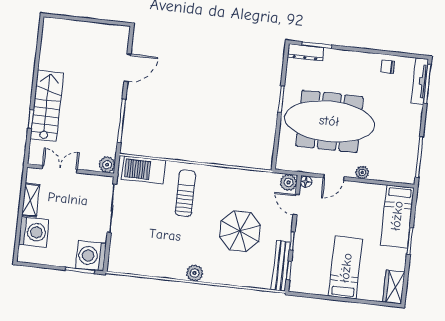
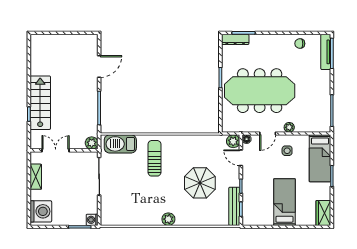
side table: (356, 202) -> (287, 151), added
washing machine: (34, 232) -> (41, 211), moved
washing machine: (91, 256) -> (92, 220), width x0.53, depth x0.53

